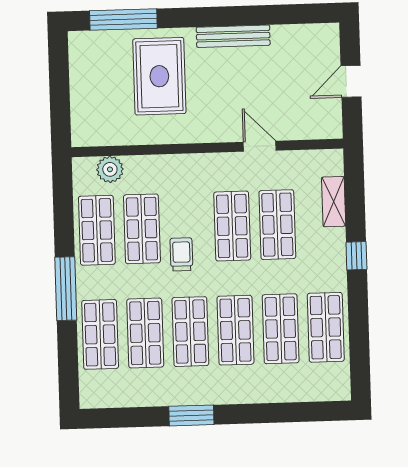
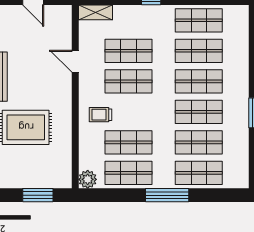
window: (60, 97) -> (38, 195), added
door: (260, 146) -> (75, 61), hinge flipped
plant: (110, 169) -> (88, 179), moved
shelving: (334, 202) -> (95, 12), moved
trolley: (181, 254) -> (101, 115), moved

